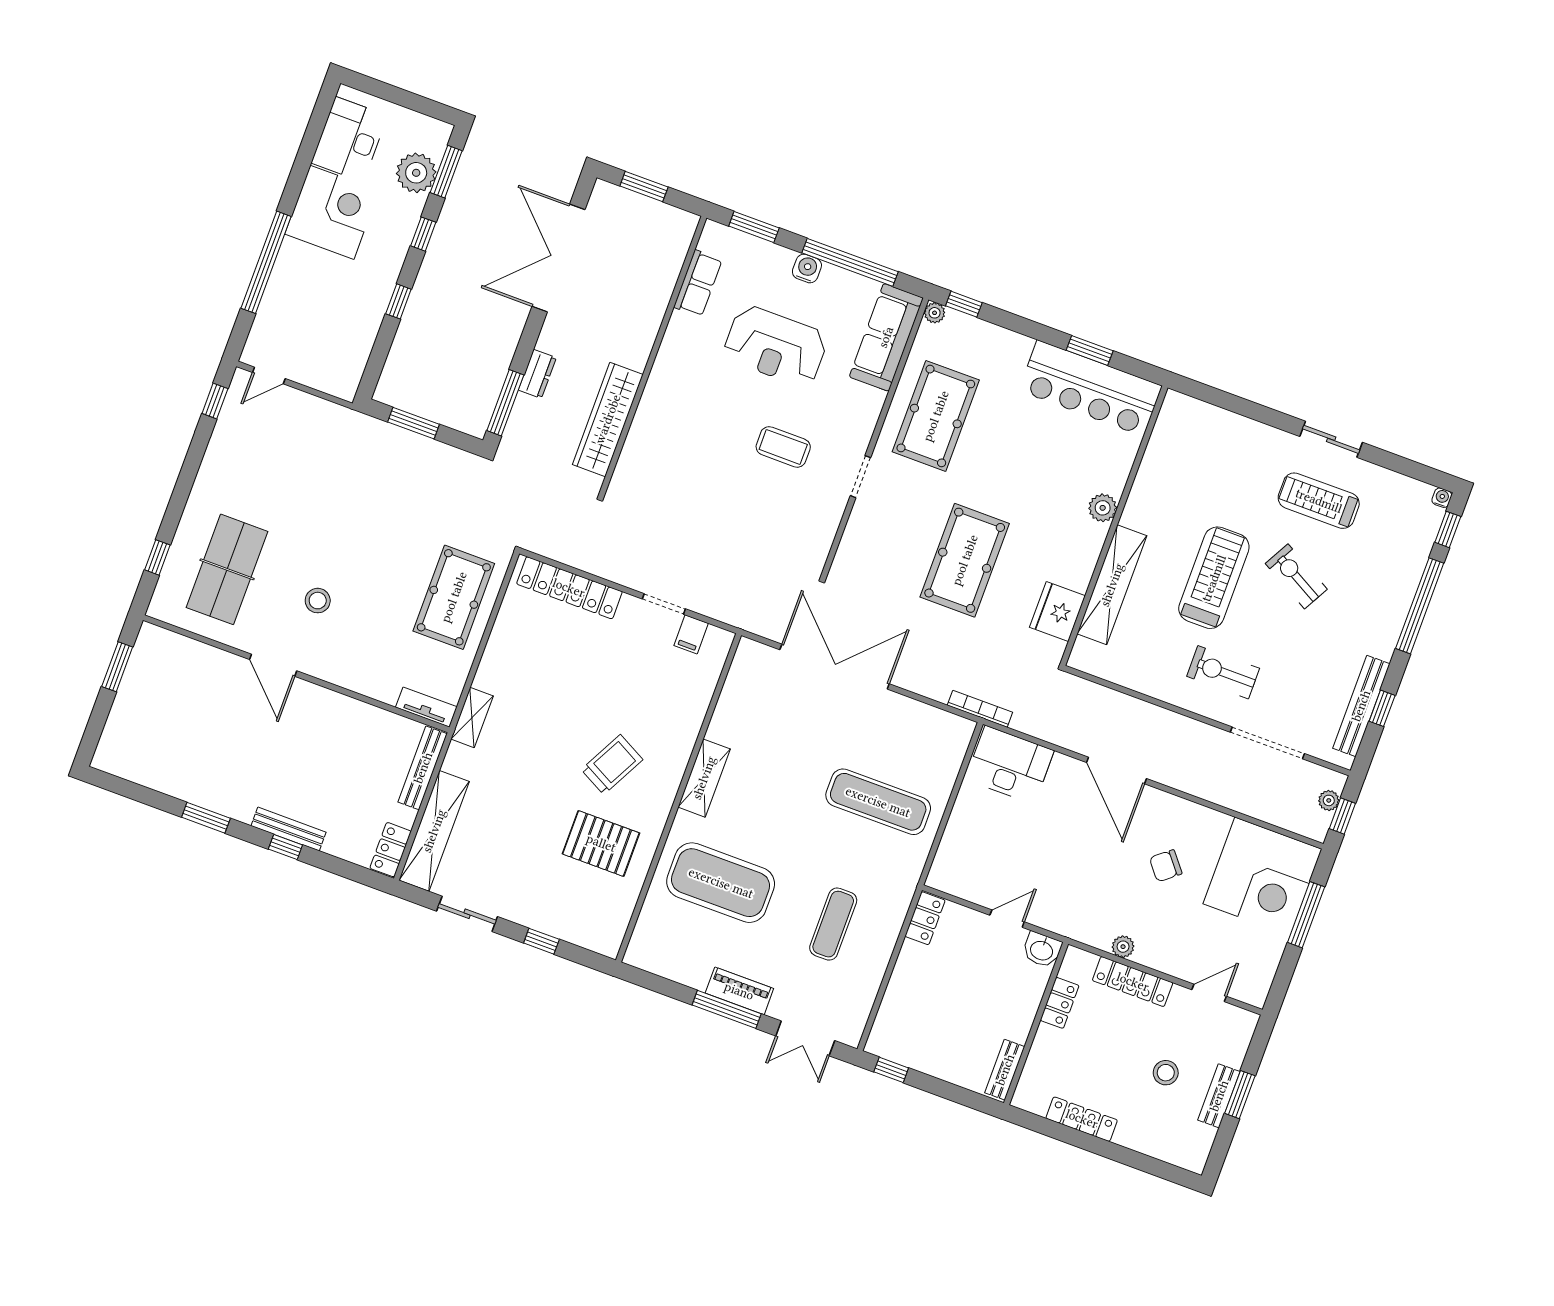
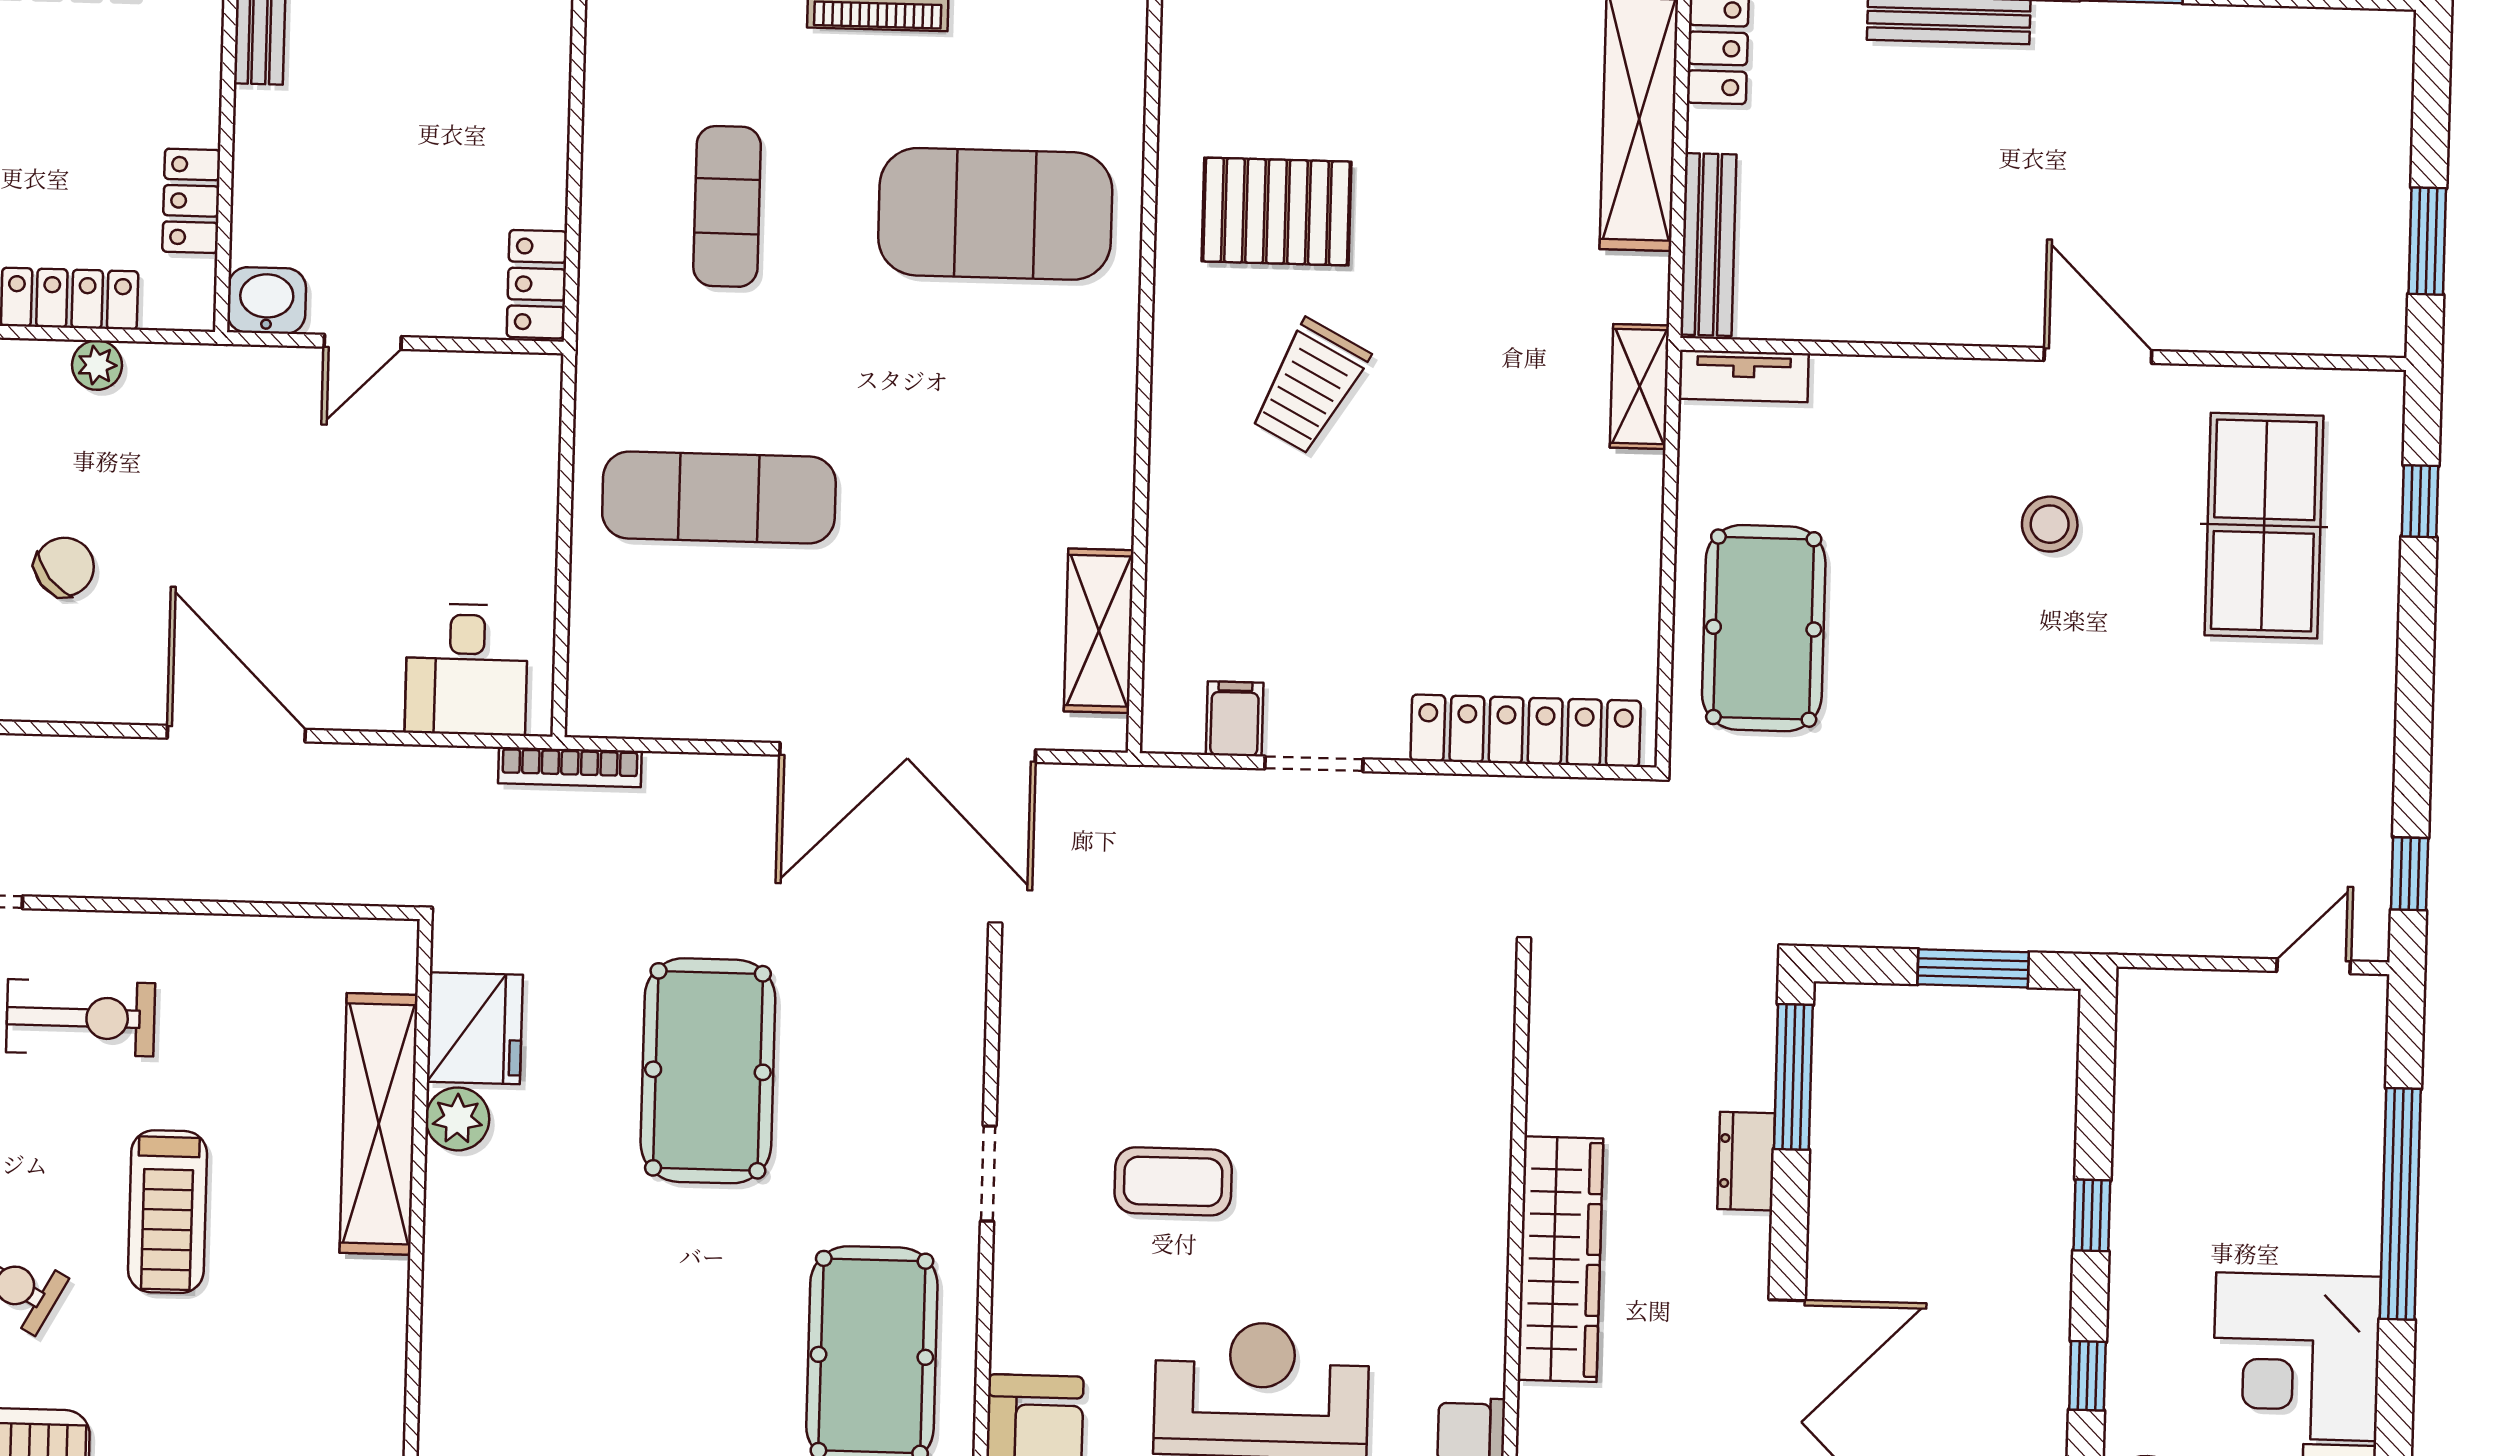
wardrobe: (608, 419) -> (1560, 1259), moved
plant: (1103, 508) -> (457, 1119), moved
treadmill: (1214, 578) -> (167, 1212), width x0.73, depth x0.73
desk: (1010, 765) -> (467, 669), width x0.73
shelving: (704, 778) -> (1099, 631), moved

